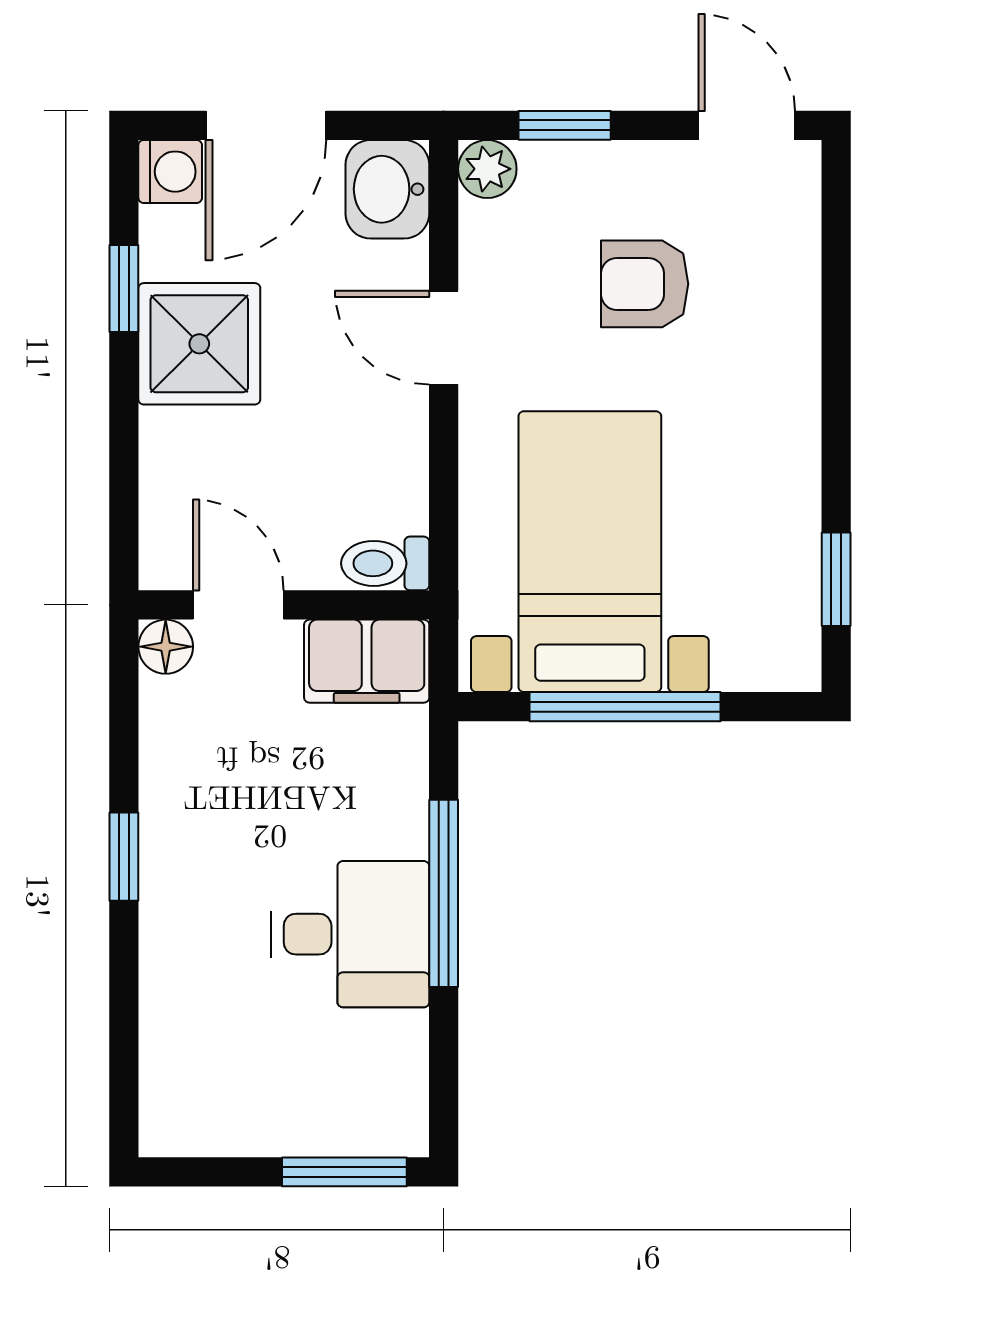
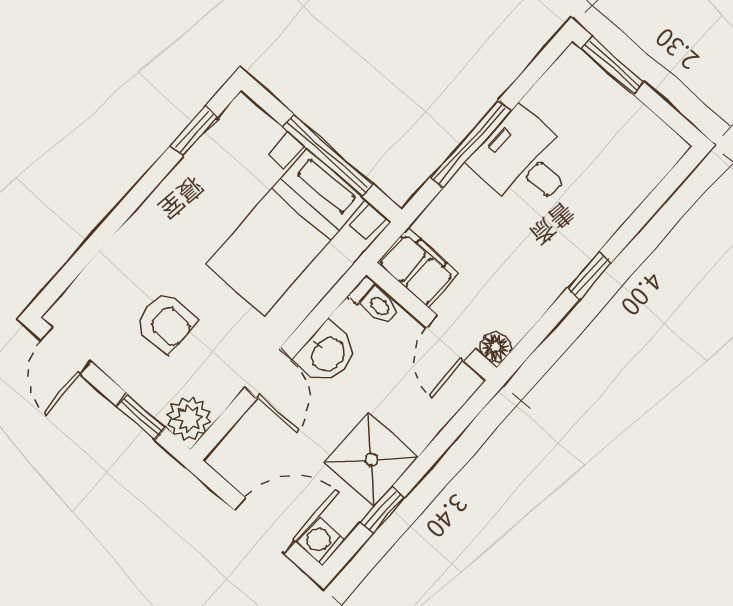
plant: (487, 169) -> (188, 419), width x1.38, depth x1.38
washbasin: (387, 189) -> (327, 354), moved

